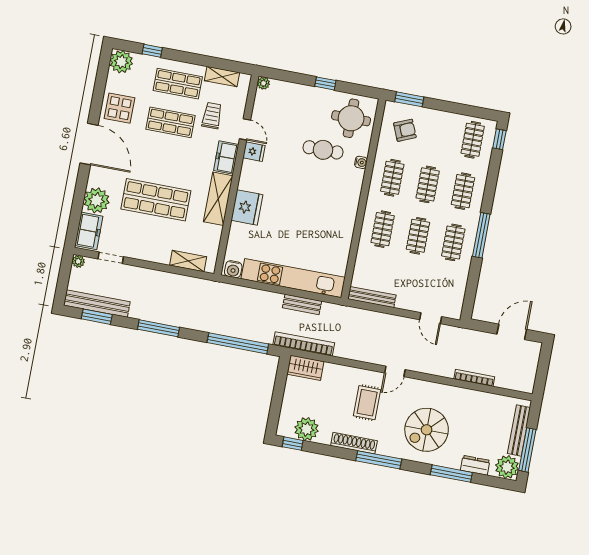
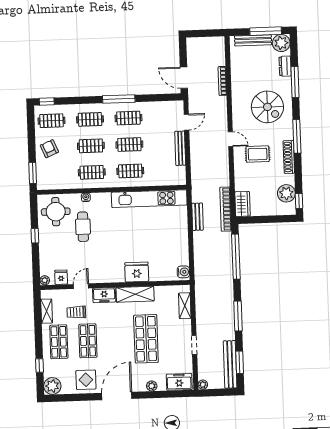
armchair: (405, 130) -> (49, 149), moved
fridge: (254, 152) -> (61, 277), moved
plant: (96, 200) -> (152, 386), width x0.53, depth x0.53
doorway: (111, 258) -> (194, 345), moved
kitchen unit: (293, 278) -> (149, 199), moved, turned -90
bench: (372, 297) -> (180, 148), moved
door: (512, 332) -> (184, 78), moved

